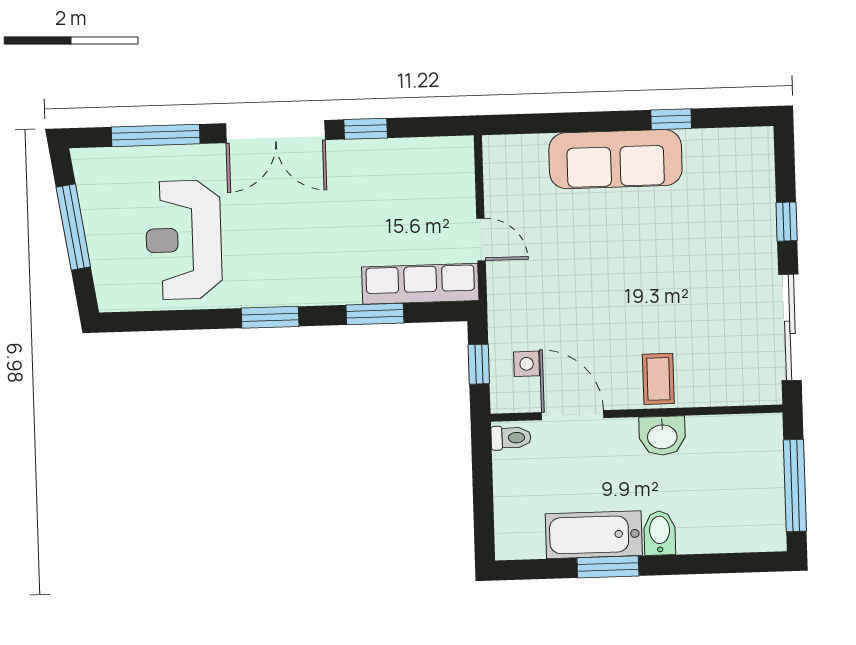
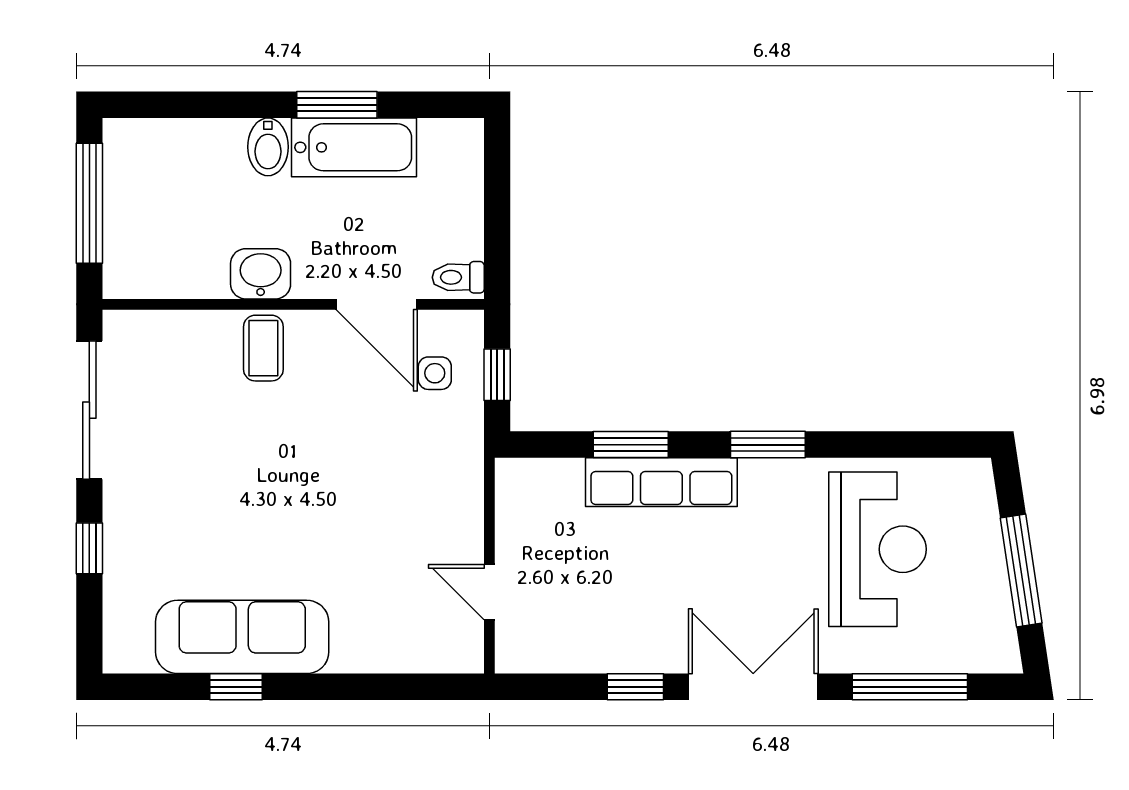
sofa: (615, 159) -> (242, 637), moved
door: (481, 240) -> (489, 592), moved
row of seats: (420, 284) -> (661, 482), moved

